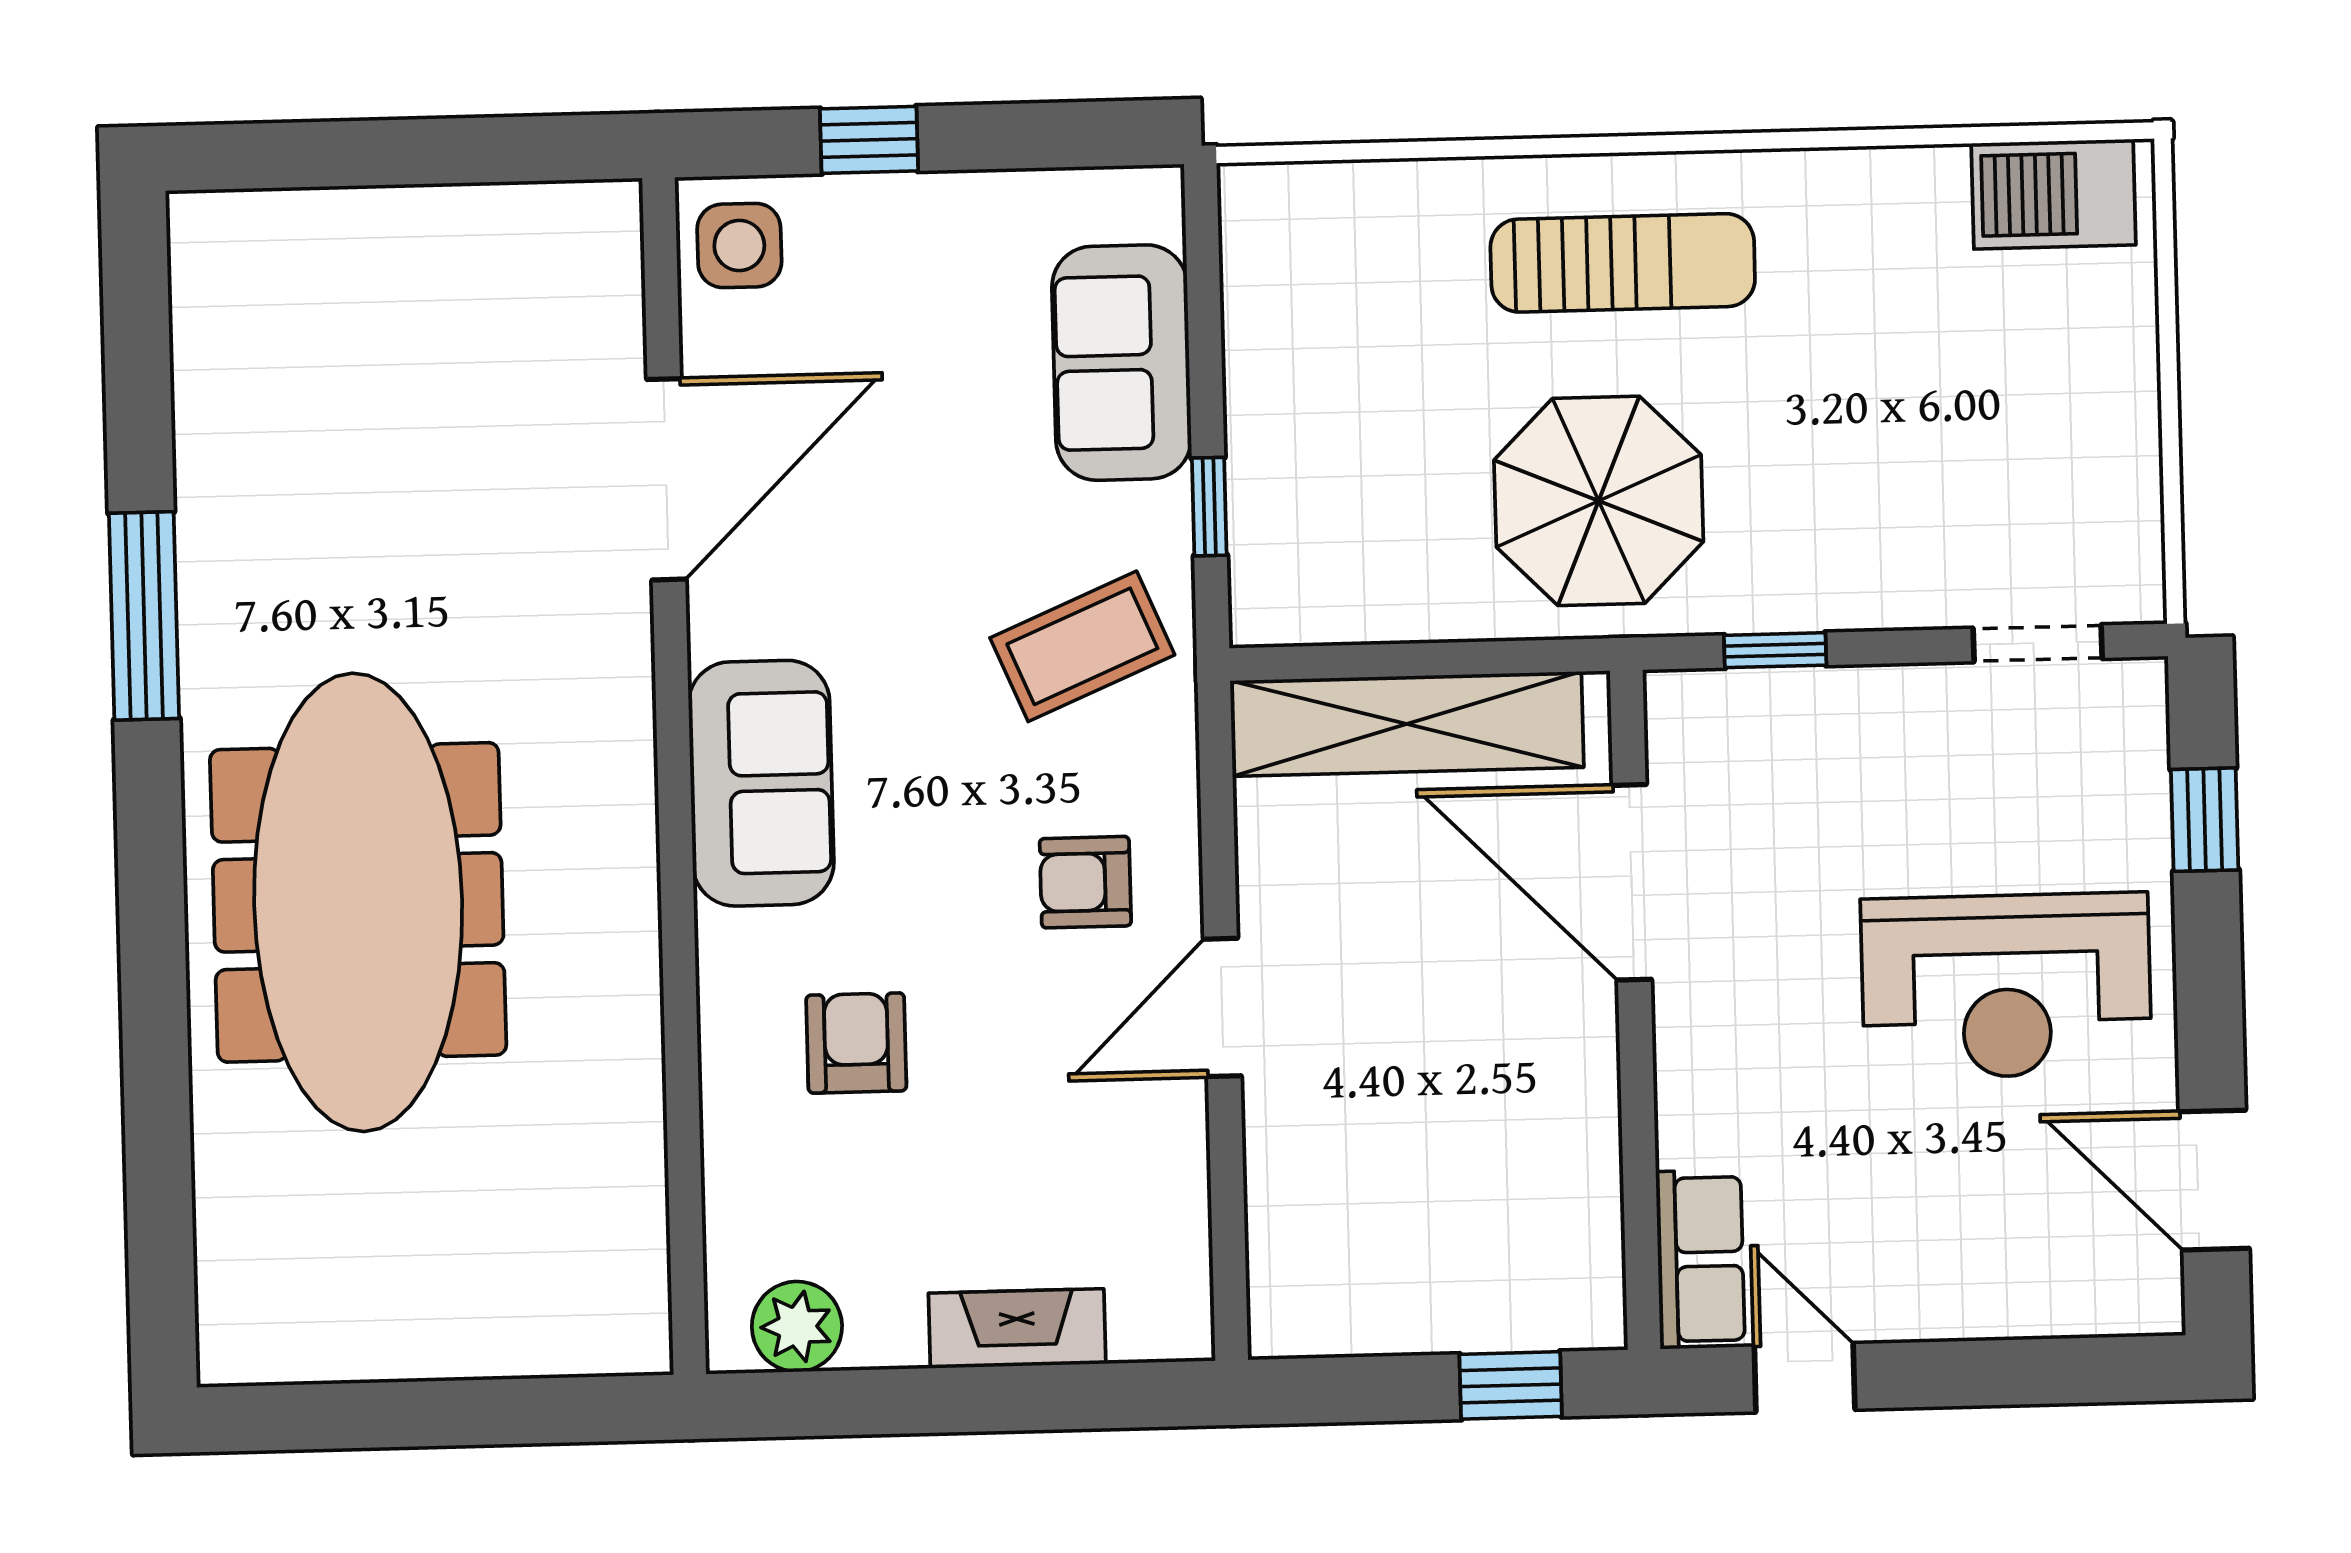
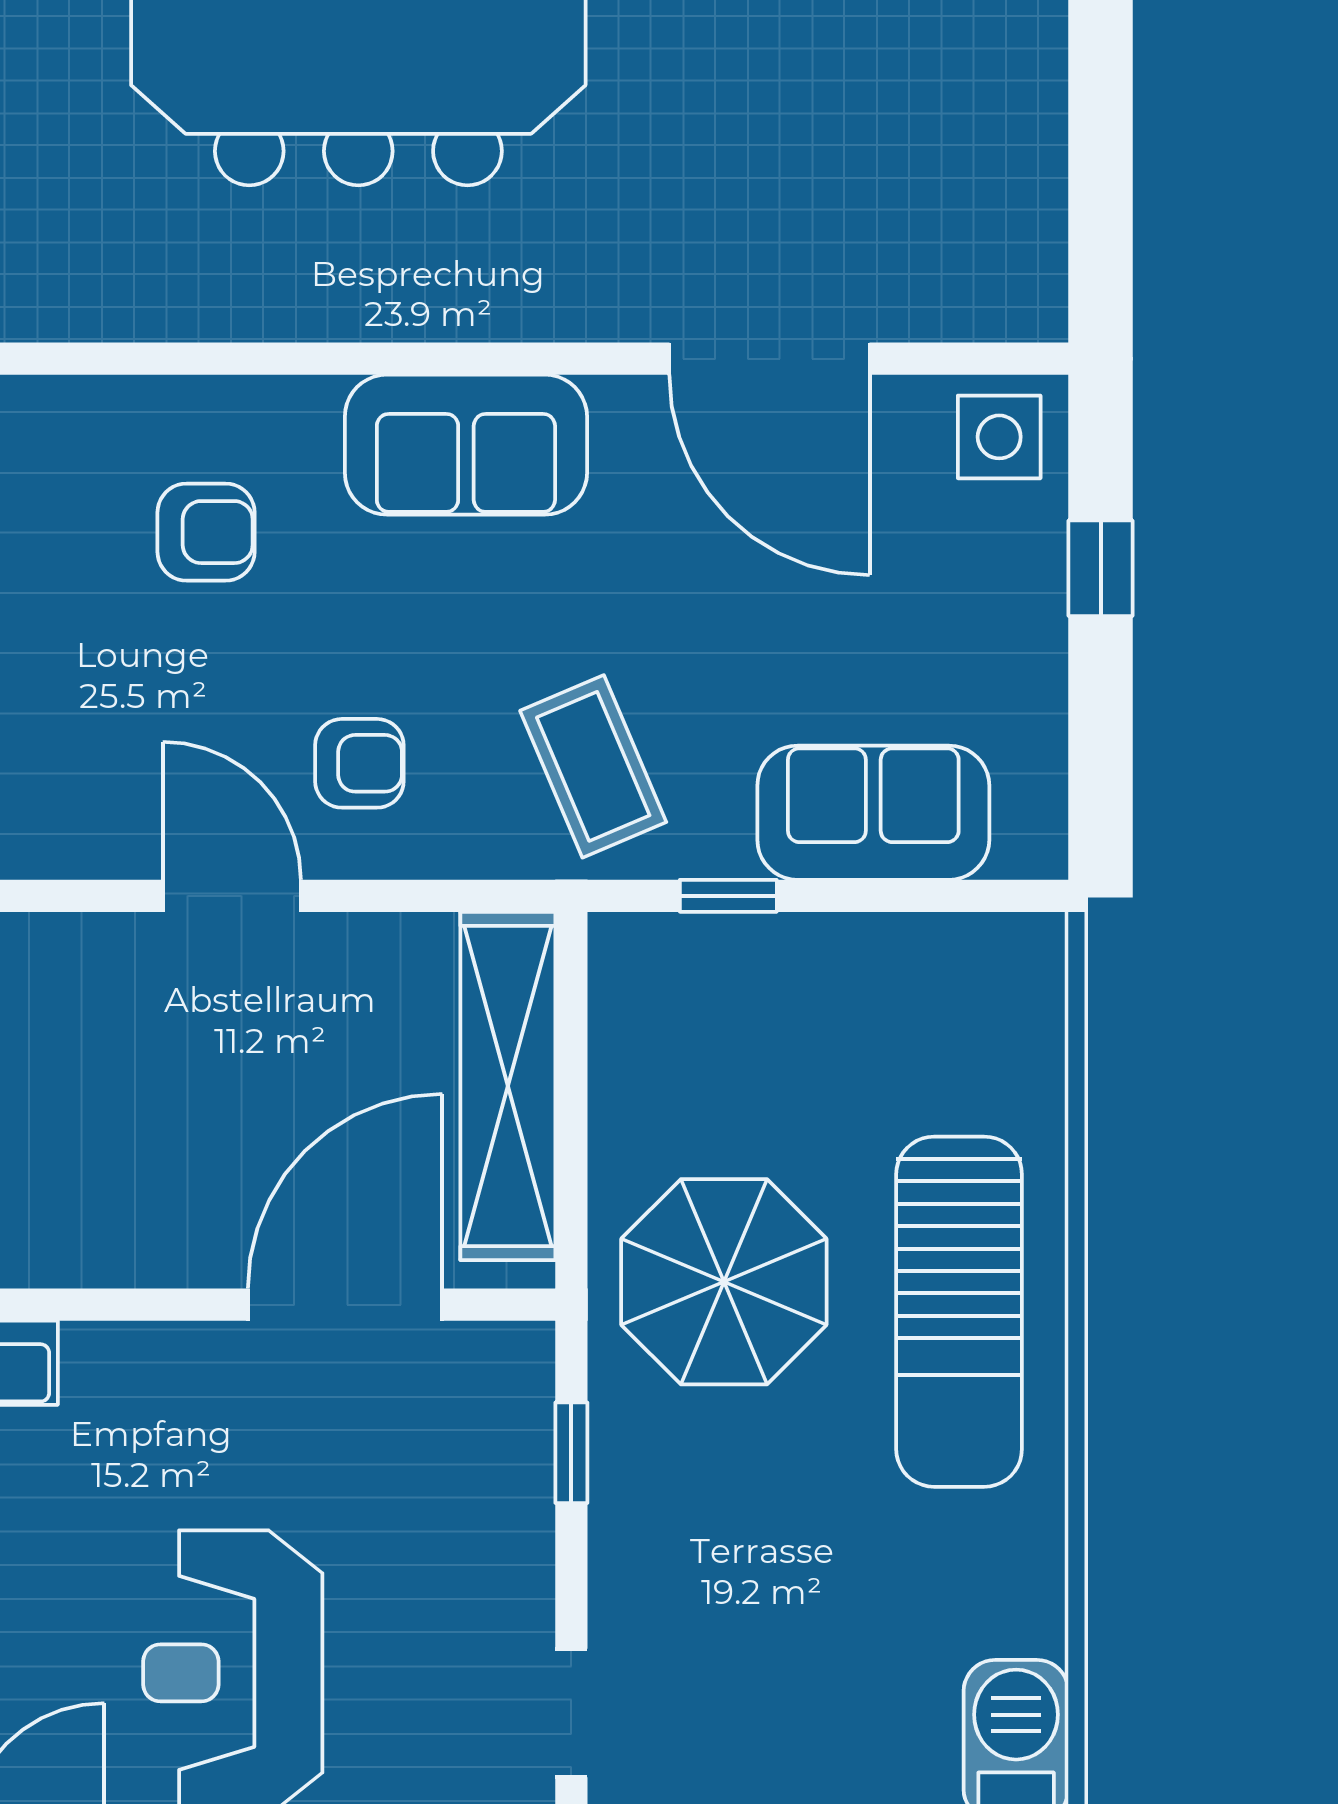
sun lounger: (1623, 263) -> (959, 1312), width x1.36, depth x1.34
armchair: (1085, 882) -> (359, 763), turned 90

